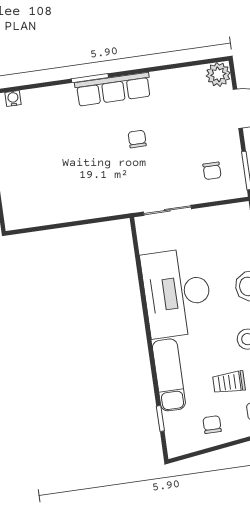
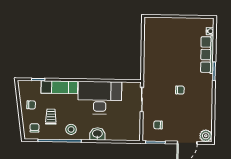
row of seats: (113, 89) -> (207, 55), moved

